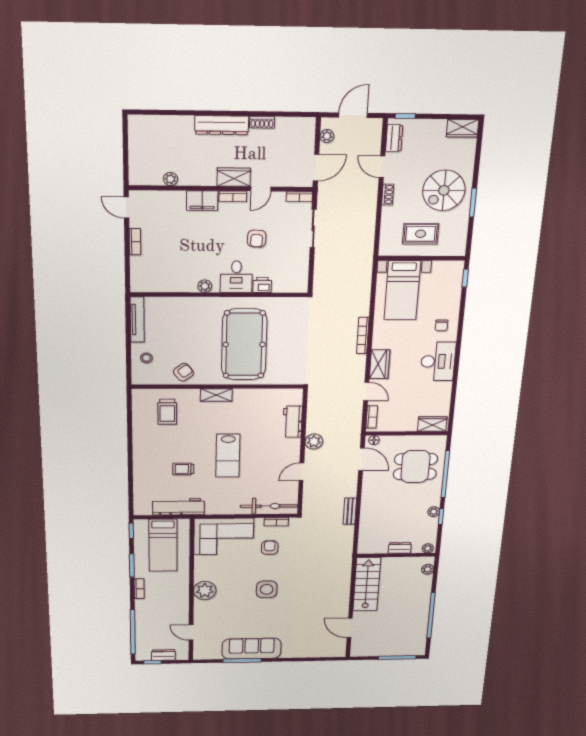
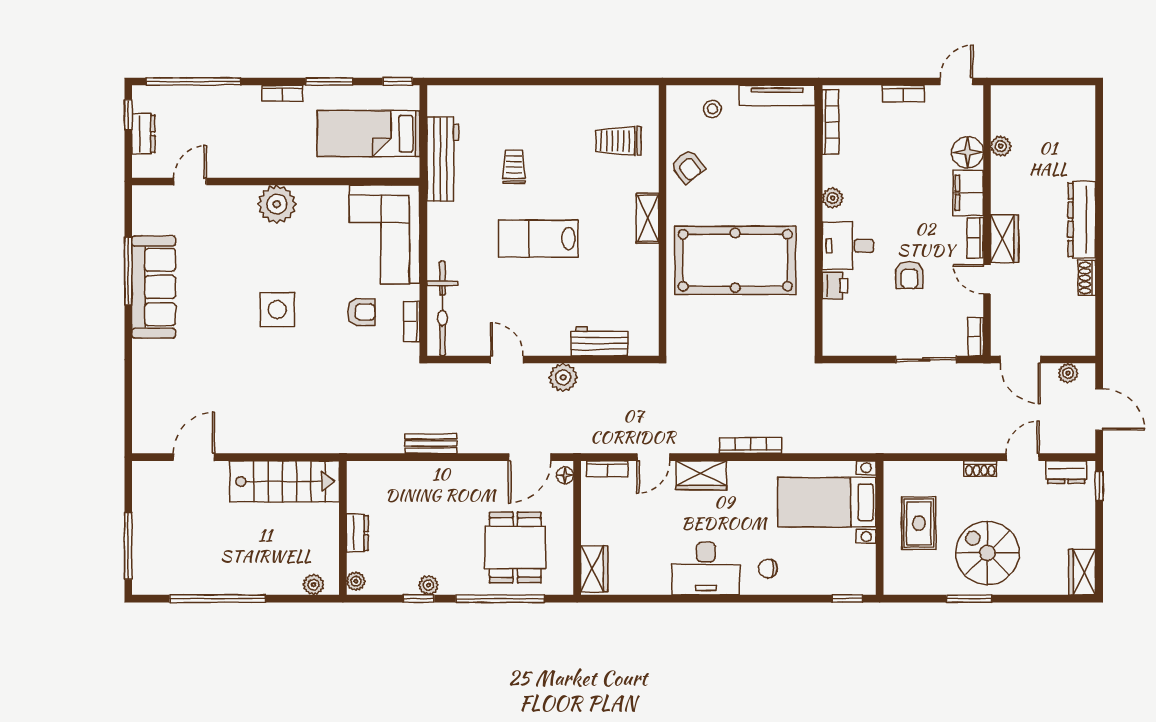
floor lamp: (175, 201) -> (968, 152), added
armchair: (257, 239) -> (909, 275), turned -93
bookcase: (155, 287) -> (831, 122), added

